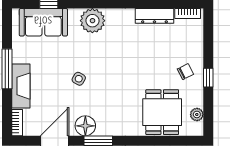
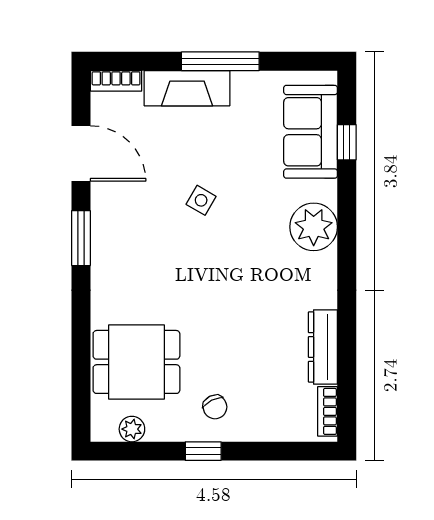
floor lamp: (85, 126) -> (110, 213), removed

